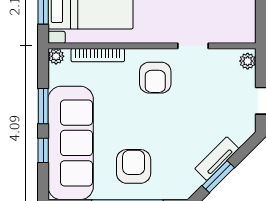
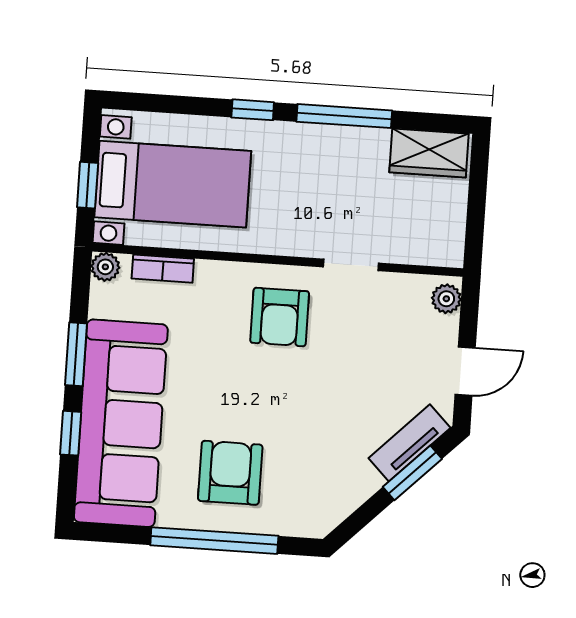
bookcase: (98, 55) -> (163, 269), width x0.64
tv unit: (217, 159) -> (409, 443), moved
window: (218, 177) -> (412, 473), moved

